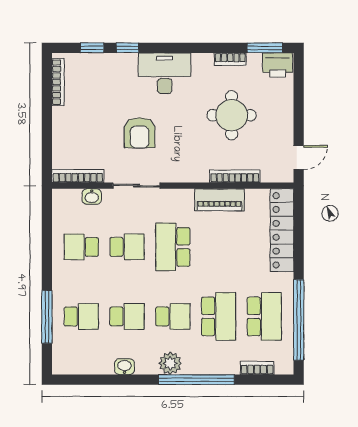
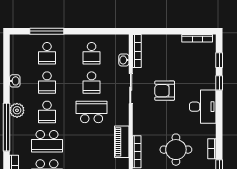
school desk: (81, 247) -> (92, 53), turned 180

